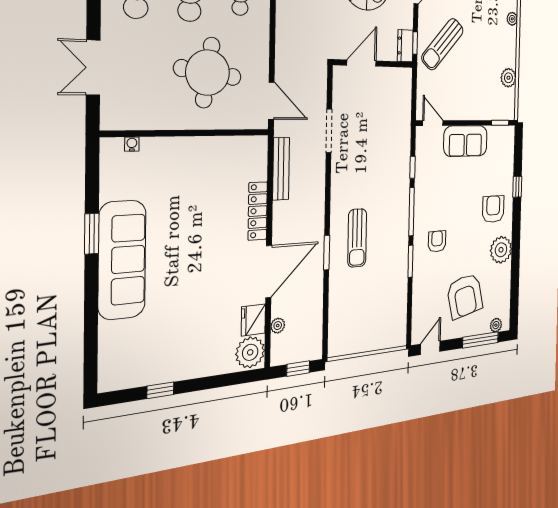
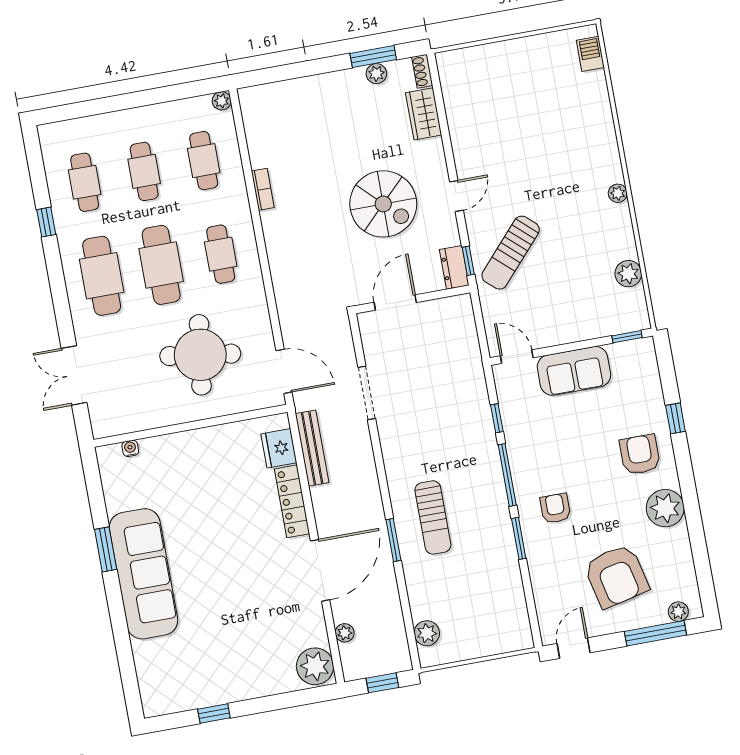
fridge: (253, 320) -> (279, 448), moved
plant: (337, 330) -> (427, 633), added

